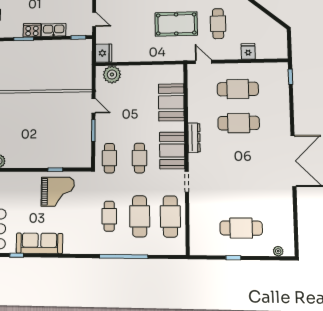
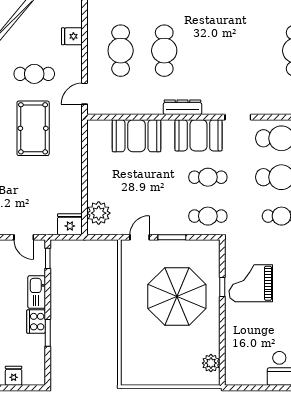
door: (94, 19) -> (24, 237), swing flipped
parasol: (49, 135) -> (177, 297), added
grand piano: (58, 192) -> (251, 283), turned -90

